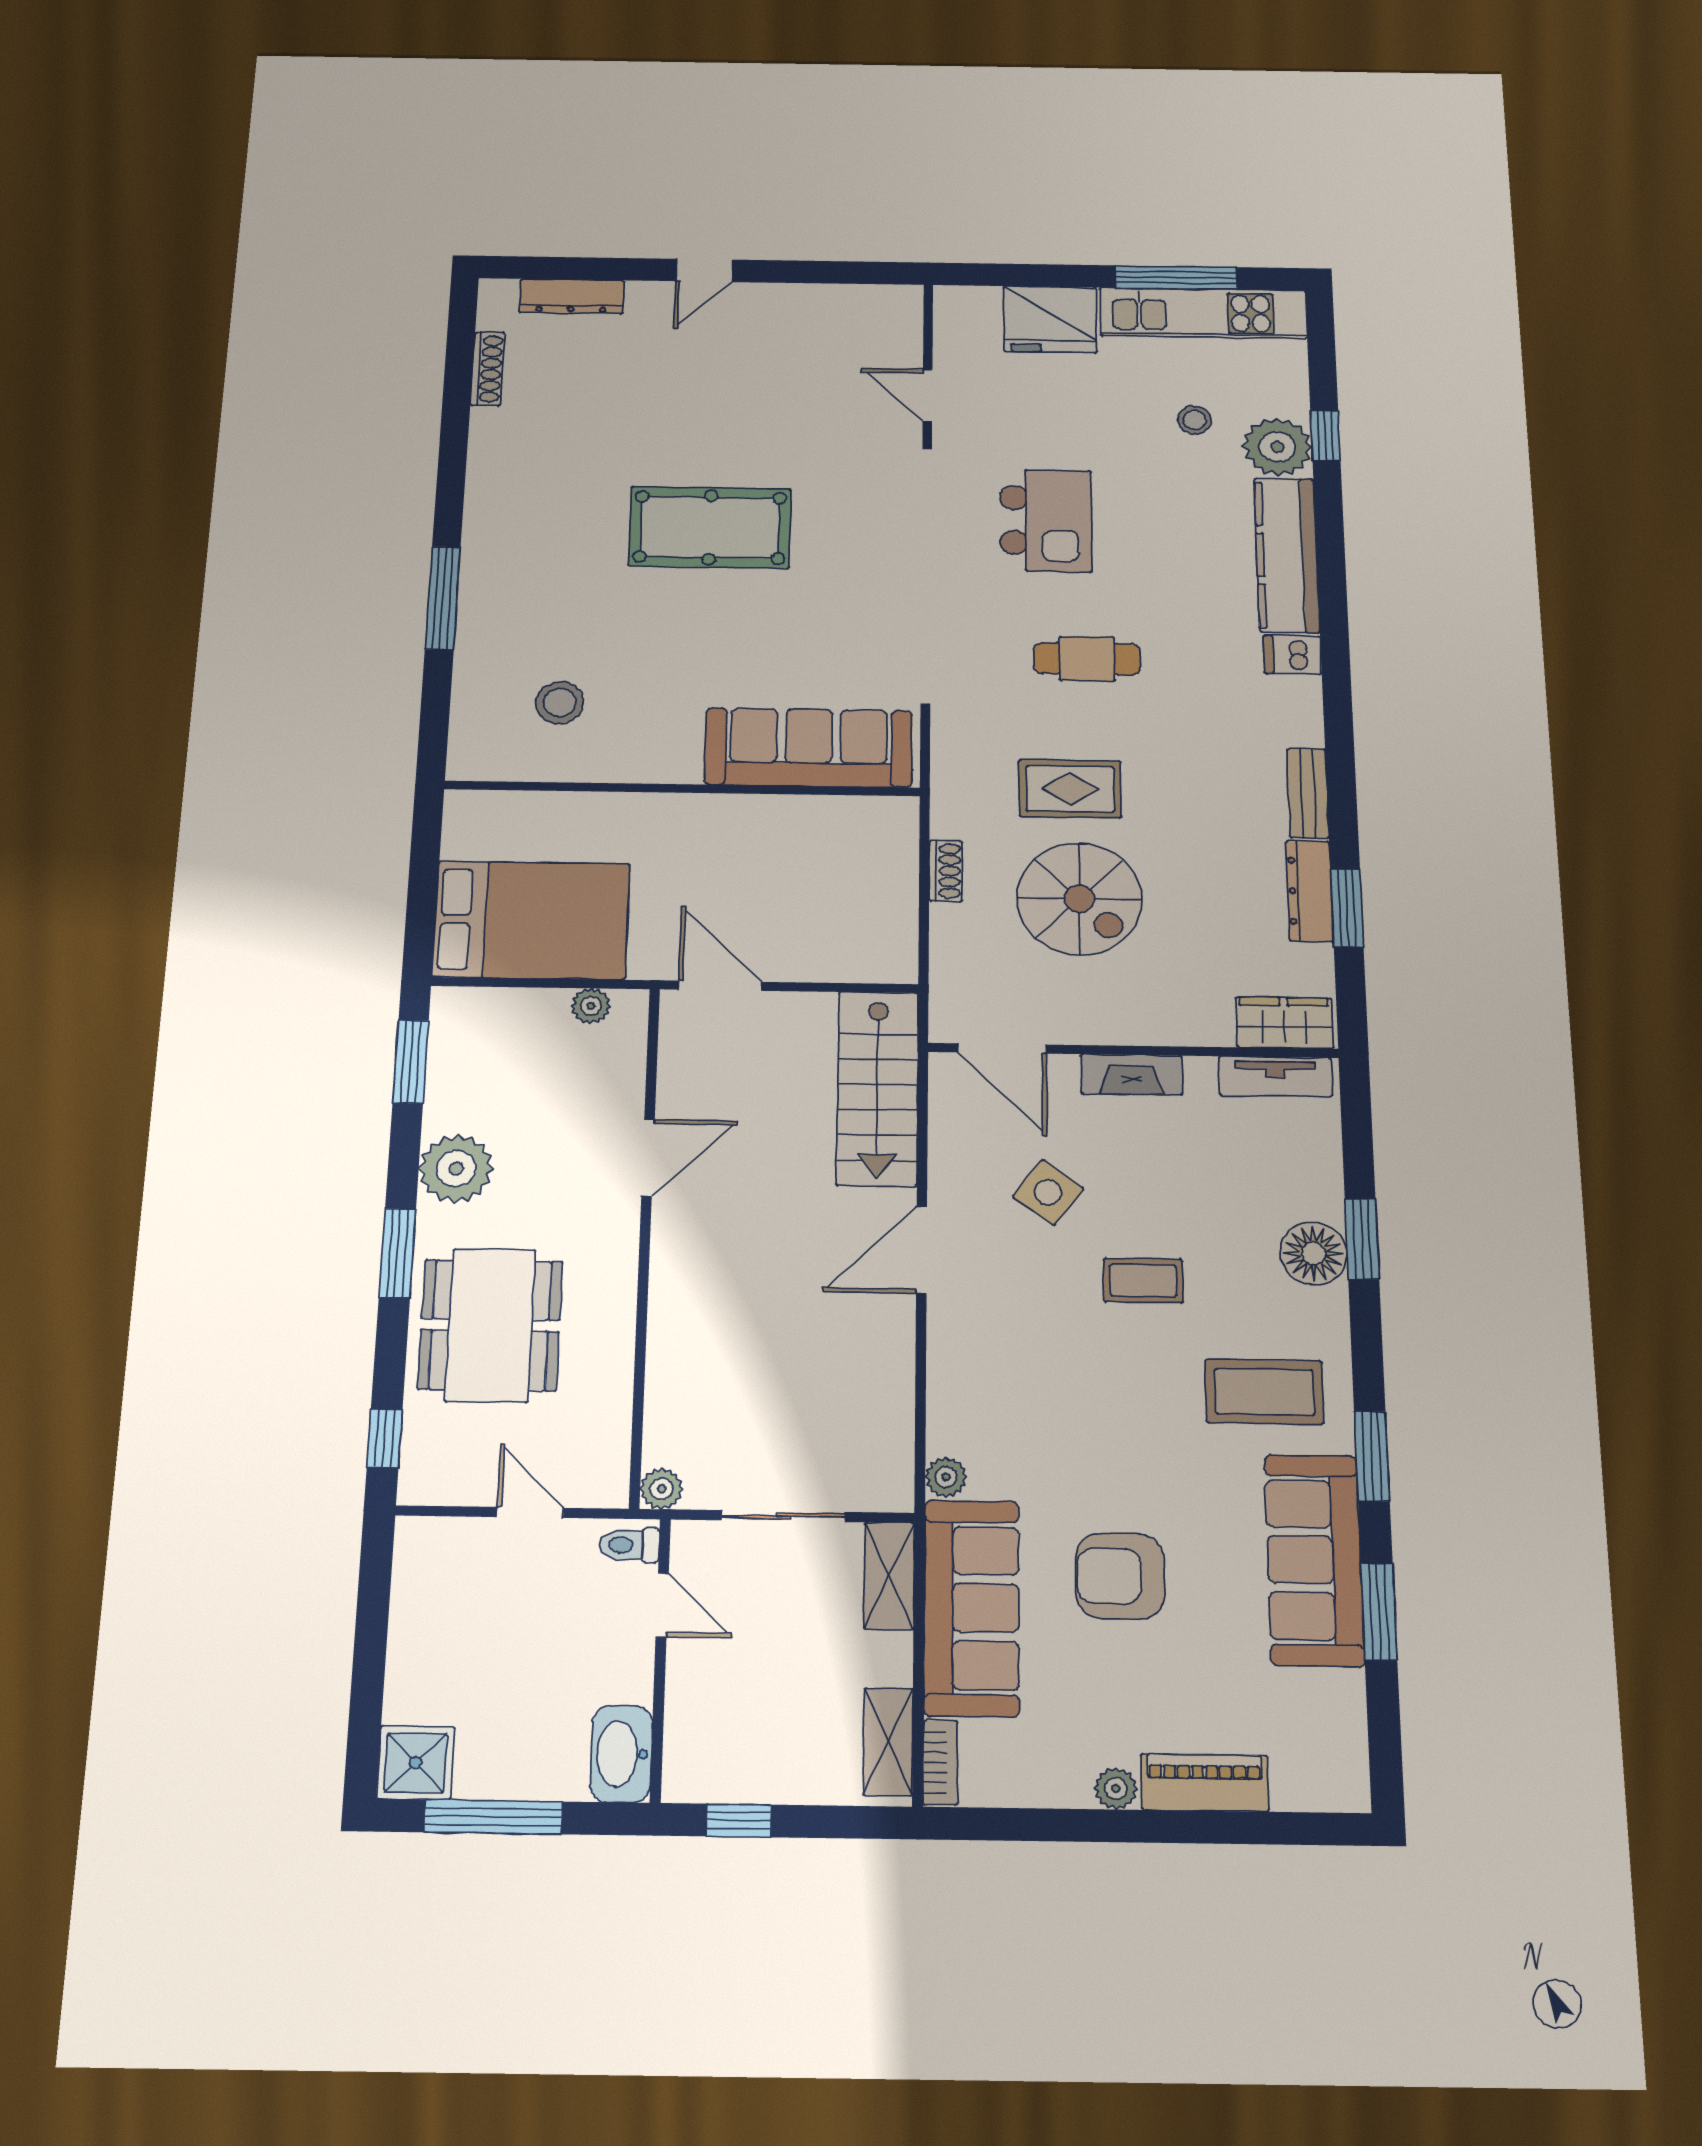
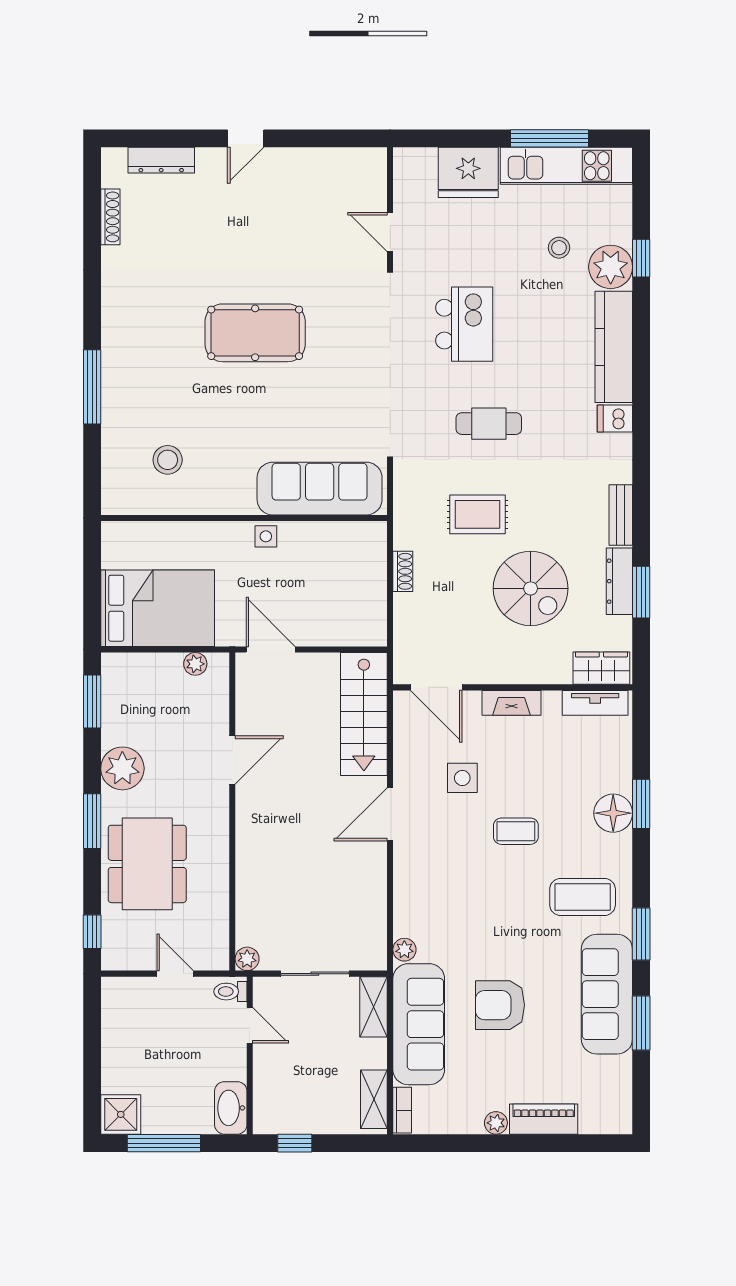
side table: (718, 816) -> (266, 536), added
spiral stairs: (1079, 899) -> (531, 588), moved
side table: (1048, 1192) -> (462, 778), turned -37

